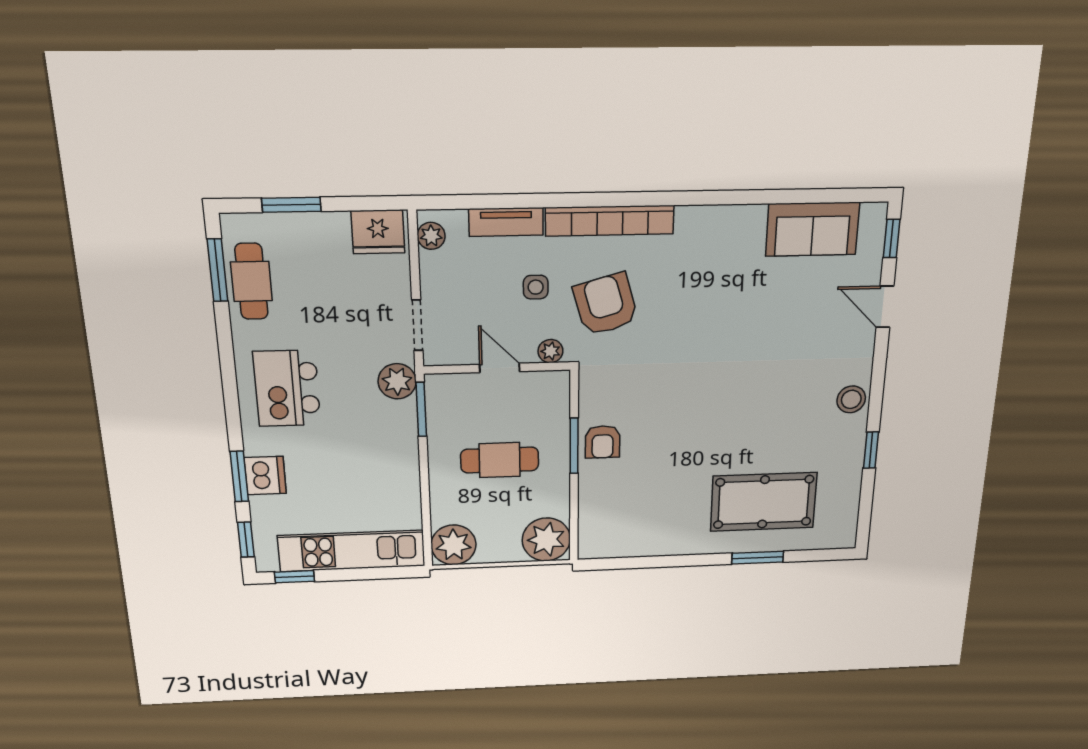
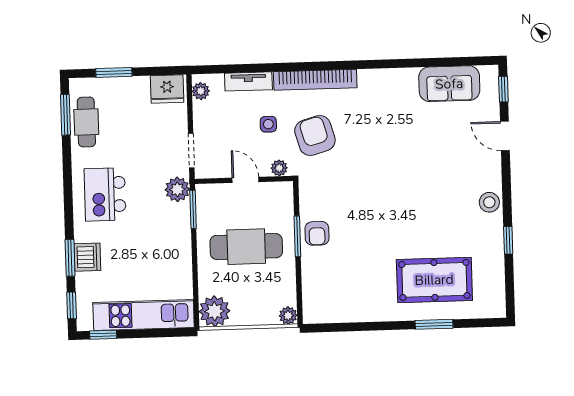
cafe table: (500, 460) -> (246, 247), width x1.37, depth x1.35
plant: (546, 540) -> (288, 316), width x0.53, depth x0.53

